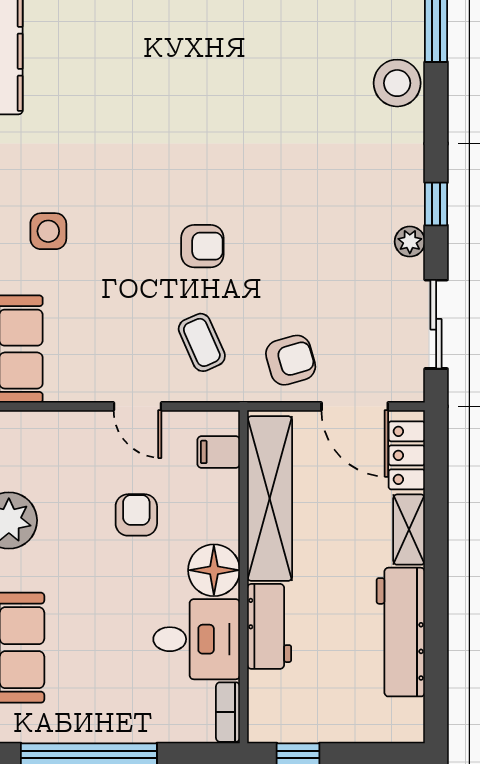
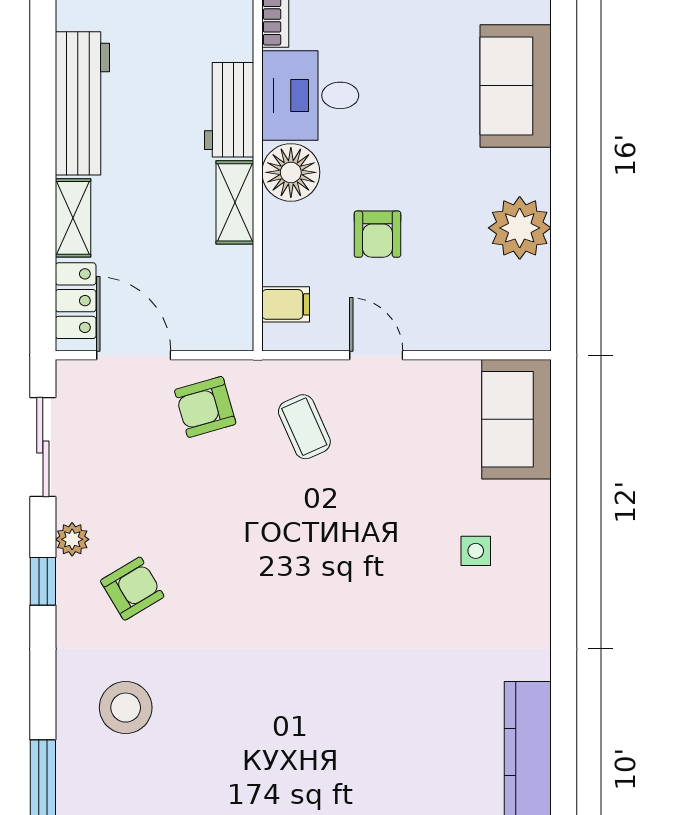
stool: (397, 83) -> (126, 708), moved
side table: (48, 231) -> (476, 551), width x0.73, depth x0.73
armchair: (202, 246) -> (132, 589), moved, turned 149
shelving: (270, 499) -> (235, 202), width x0.45, depth x0.75

